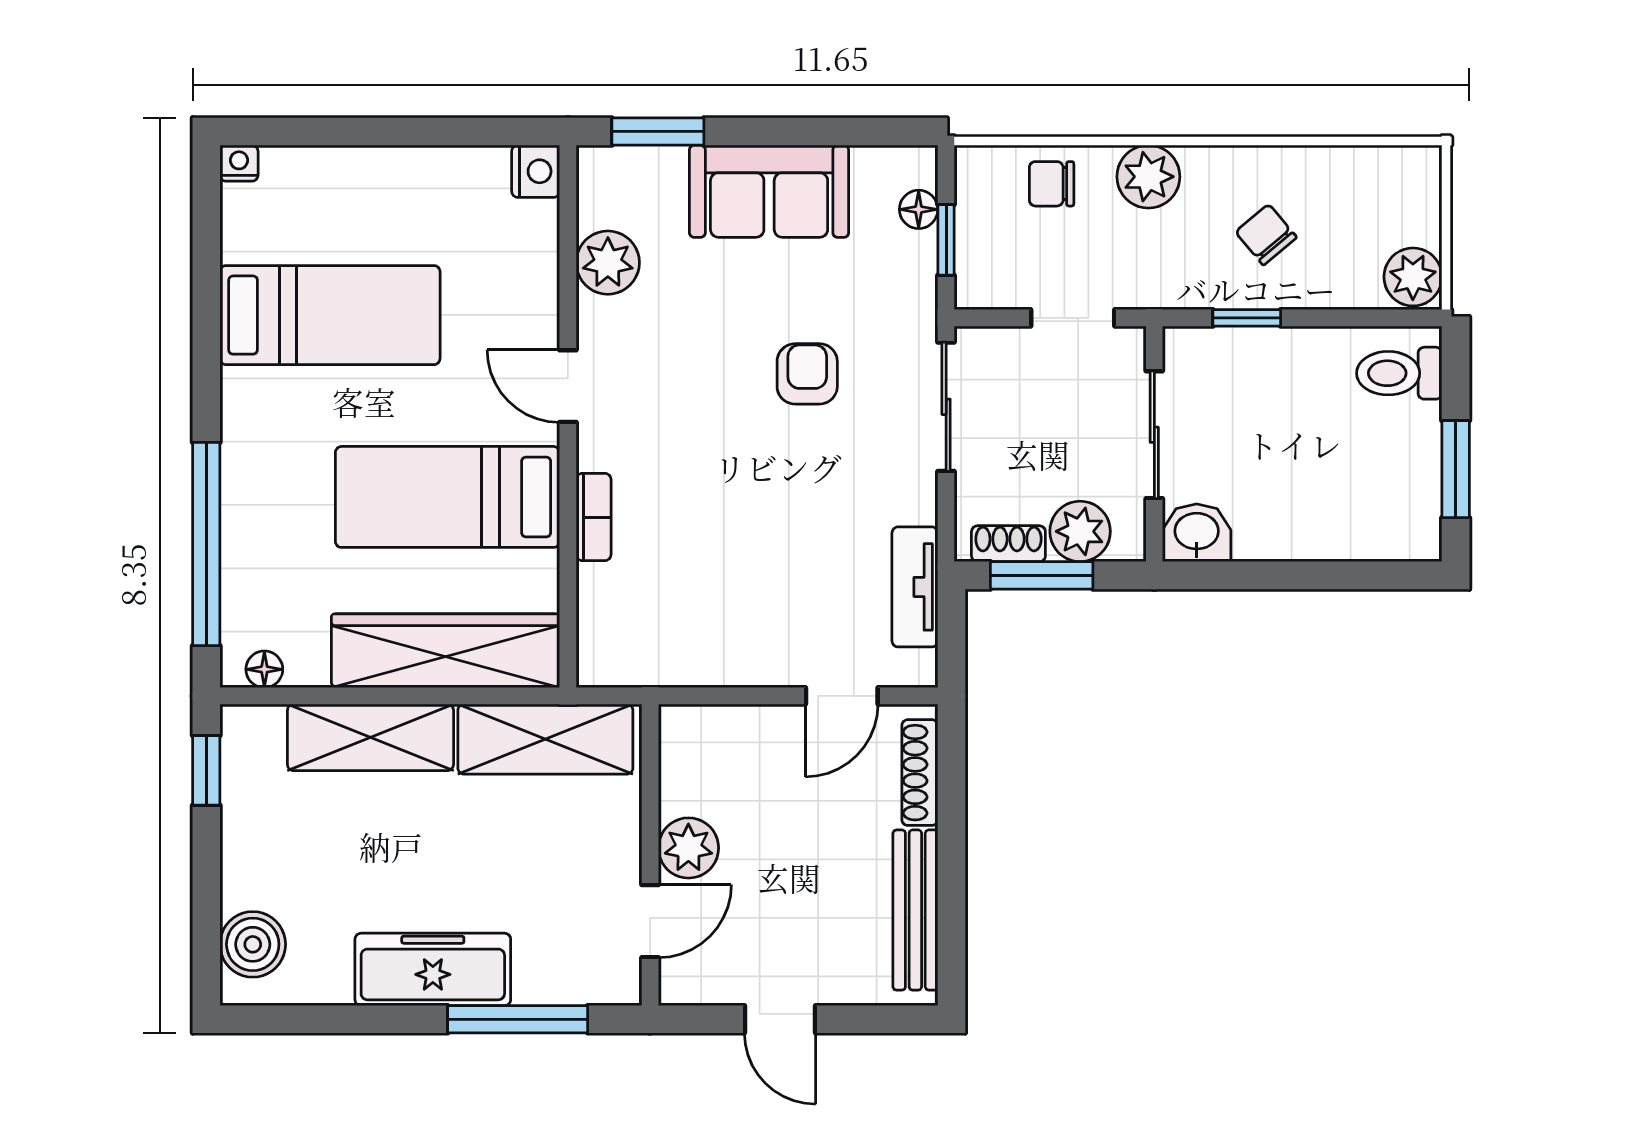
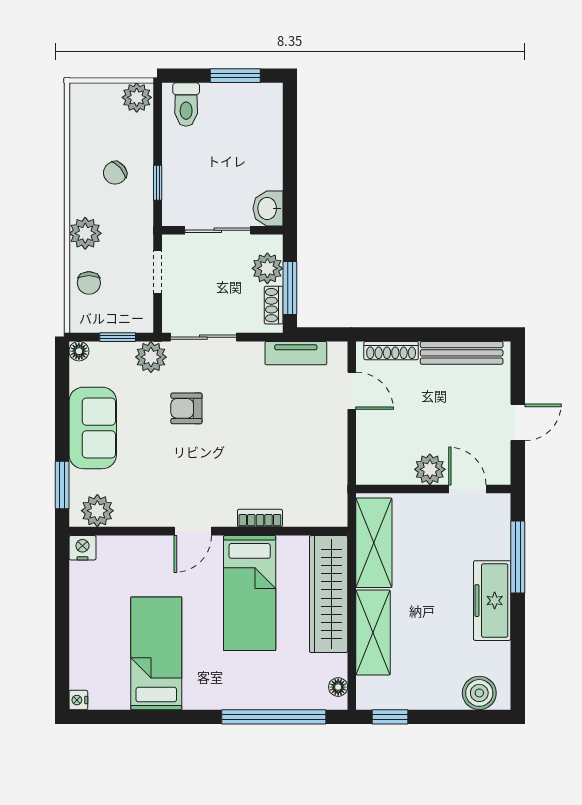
floor lamp: (919, 209) -> (79, 351), moved
plant: (608, 263) -> (97, 511), moved
plant: (907, 305) -> (151, 357), added

